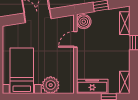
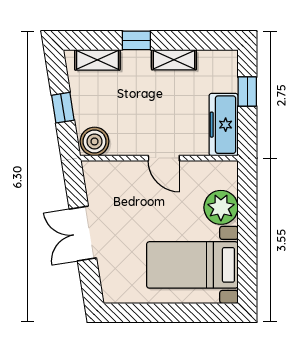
door: (75, 39) -> (164, 158), moved
shelving: (125, 82) -> (174, 60), moved

